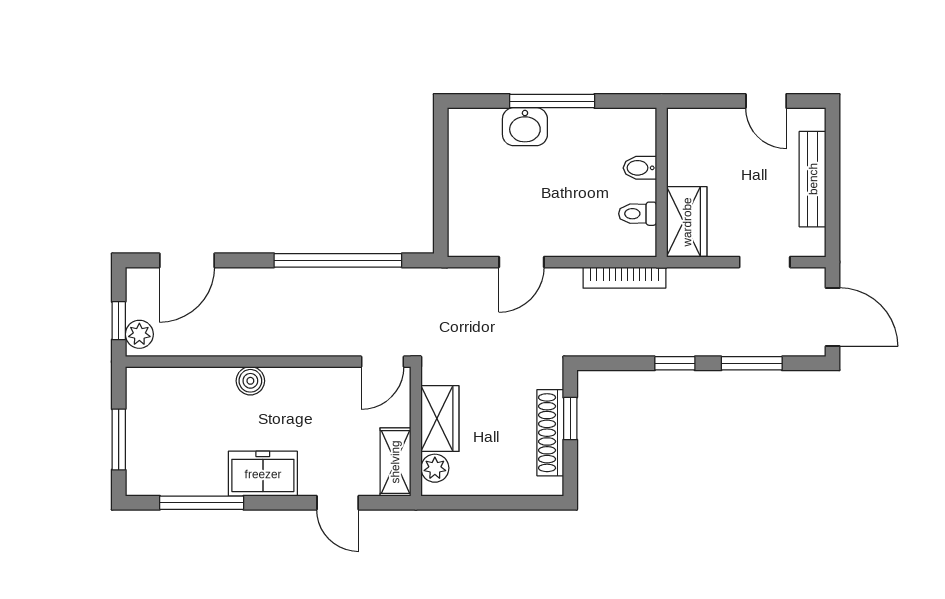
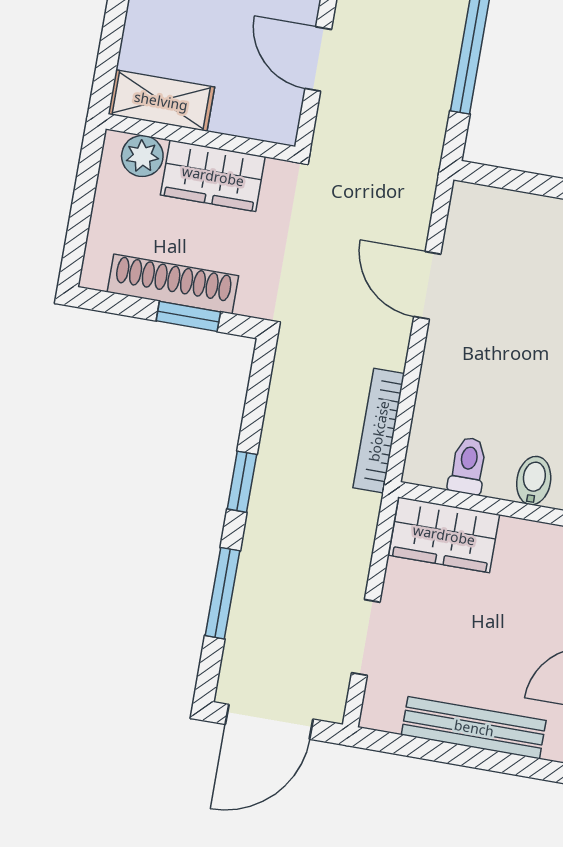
wardrobe: (440, 419) -> (213, 176), moved
wall: (416, 431) -> (200, 138), moved
shelving: (395, 462) -> (161, 101), moved
plant: (435, 468) -> (142, 156), moved

